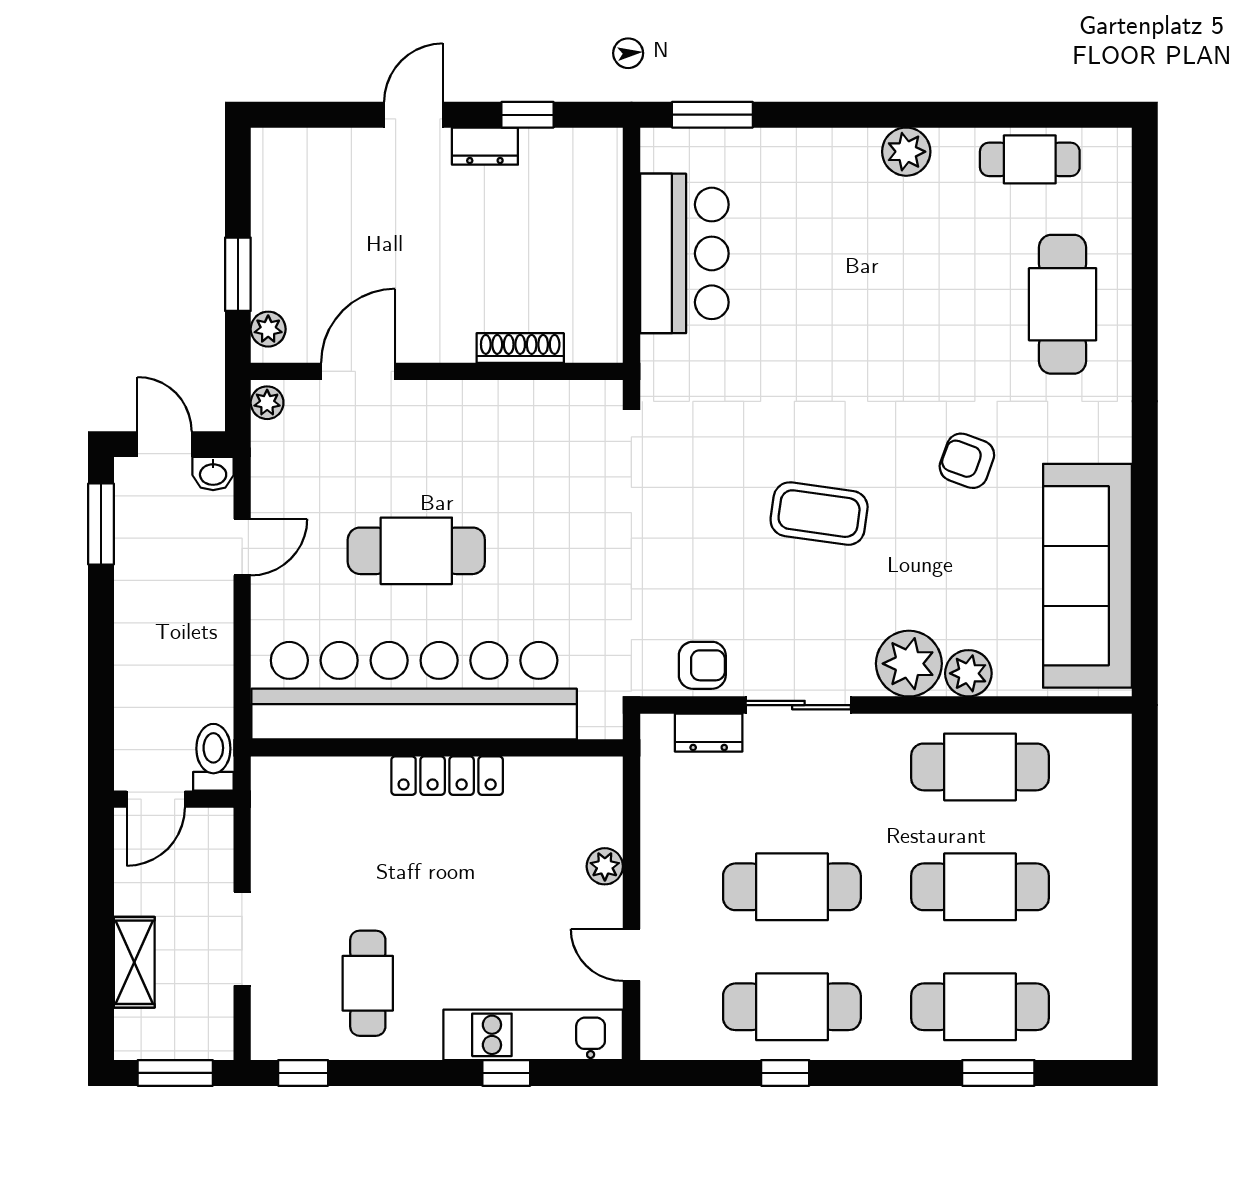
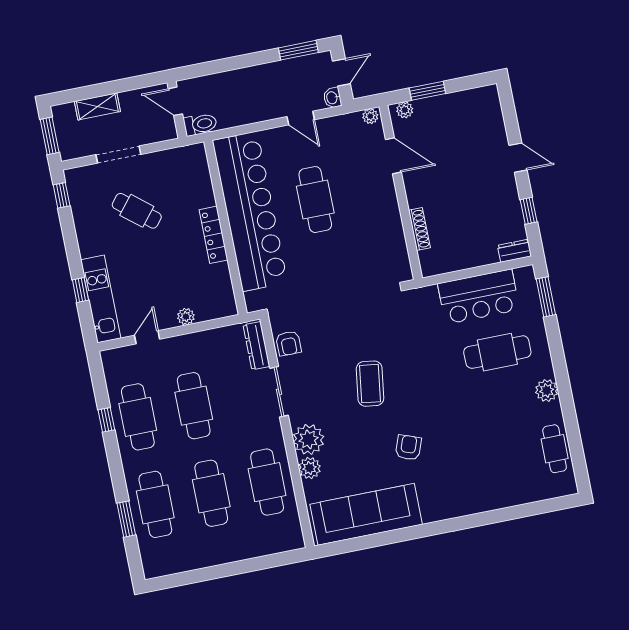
dresser: (485, 146) -> (514, 251), moved, turned 90
cafe table: (1063, 304) -> (497, 352), moved
dresser: (709, 733) -> (256, 346), width x1.44
cafe table: (368, 983) -> (137, 211), moved, turned 39

